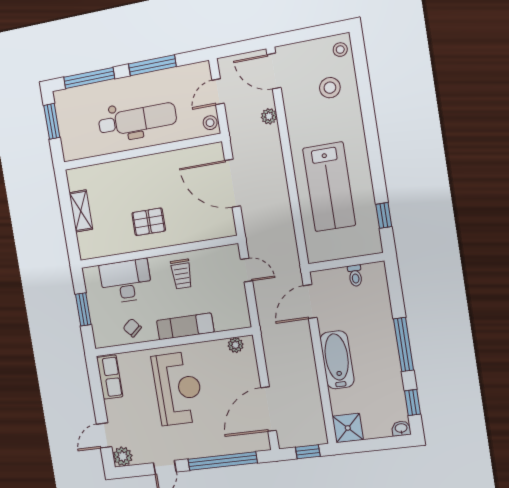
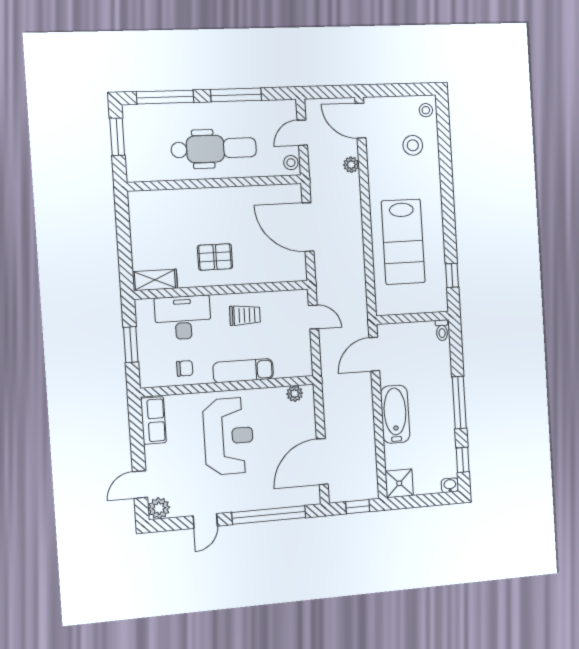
shelving: (81, 211) -> (155, 280), moved, turned 90
trolley: (182, 274) -> (245, 315), turned -89
toilet: (355, 276) -> (442, 330), moved
chair: (132, 328) -> (185, 368), turned 130

